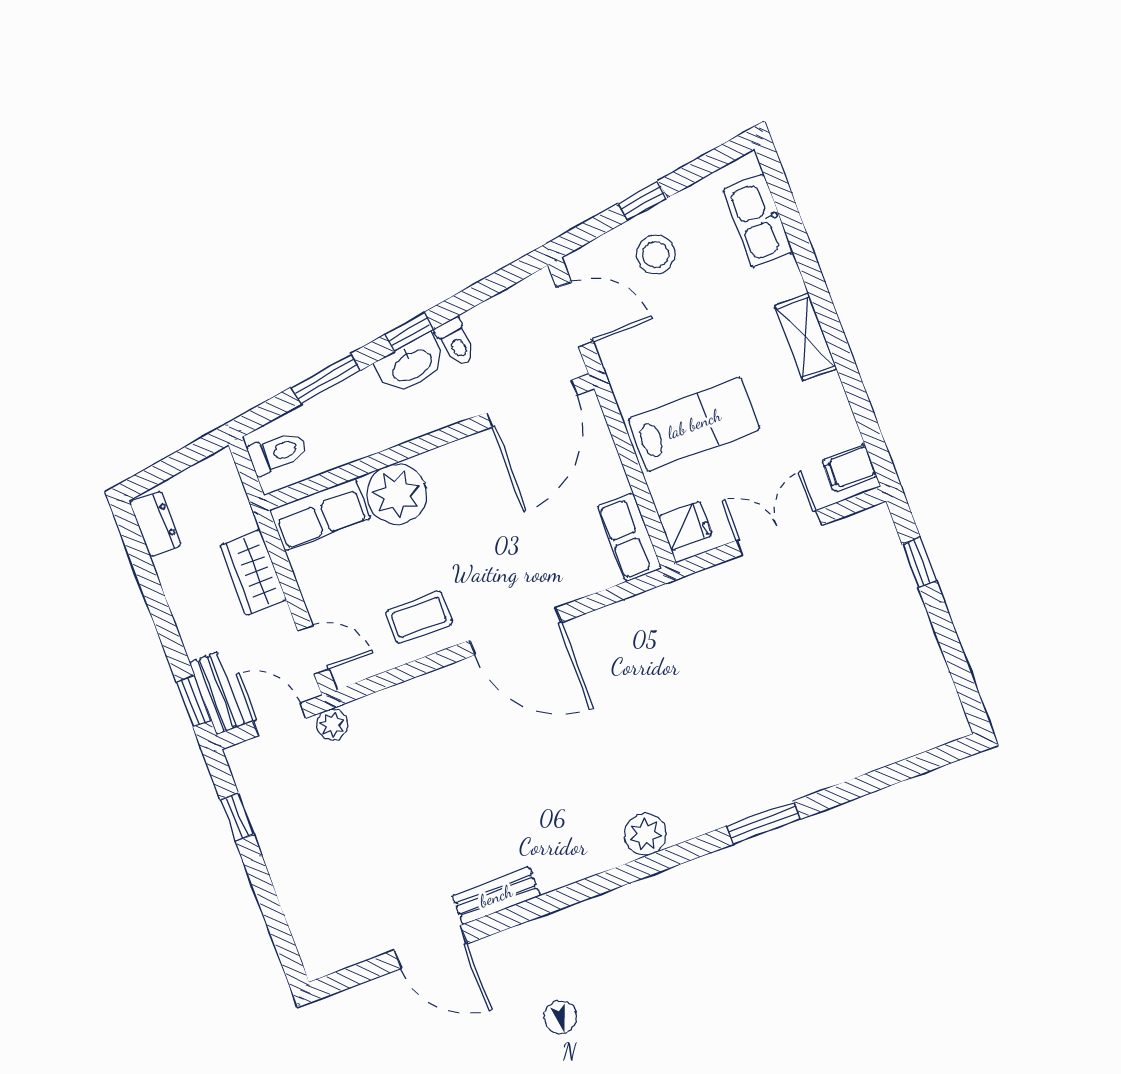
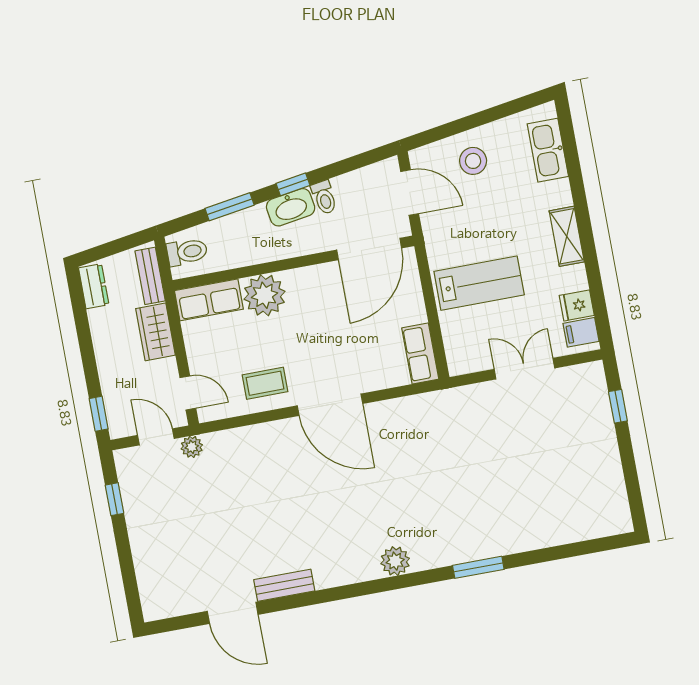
window: (643, 201) -> (471, 122), removed
fridge: (685, 526) -> (577, 305), moved, turned 180
bench: (217, 693) -> (150, 276), moved

